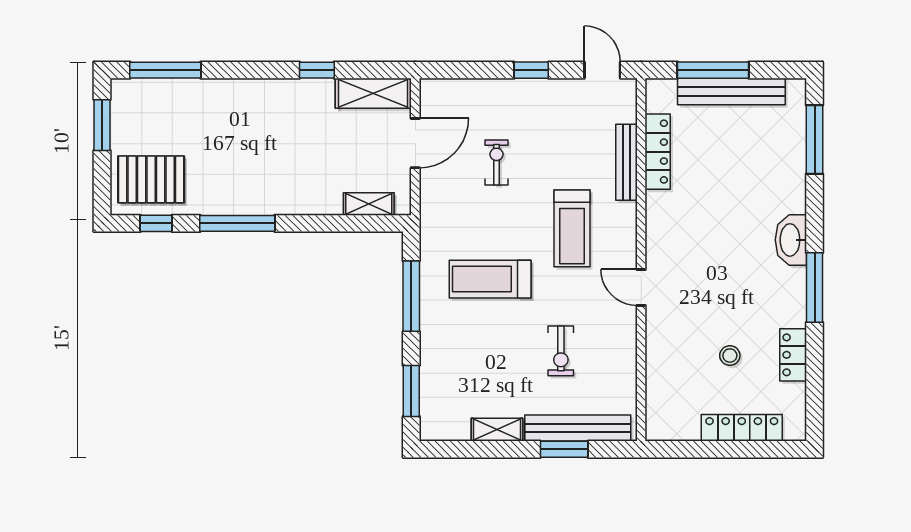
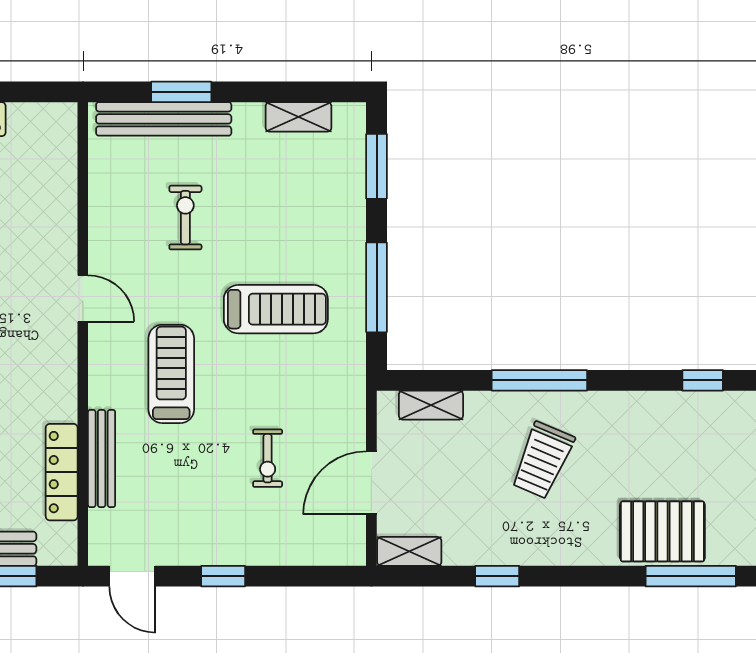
shelving: (373, 93) -> (409, 551), width x0.67, depth x0.75
trolley: (281, 161) -> (543, 460), added
pallet: (151, 179) -> (662, 531), moved
window: (237, 223) -> (539, 380), moved
shelving: (497, 430) -> (299, 117), moved

